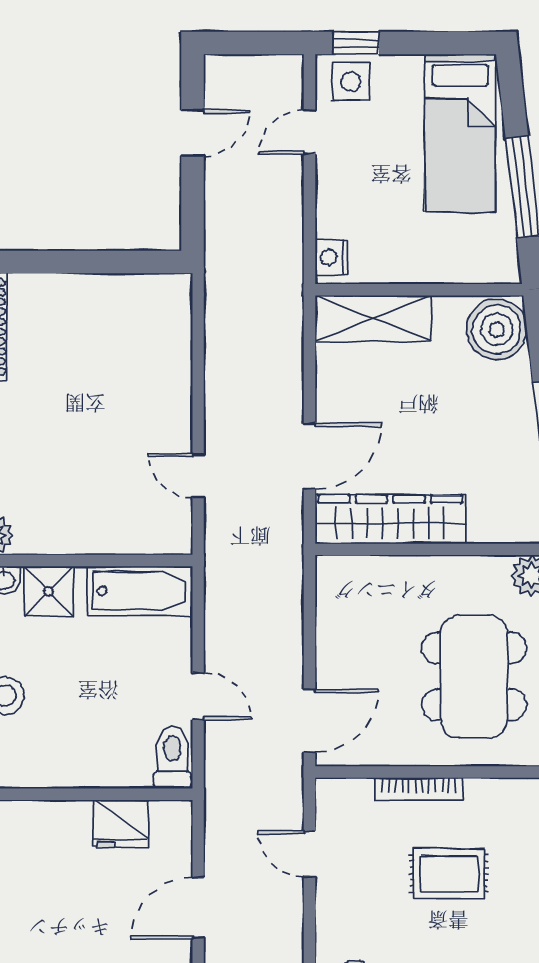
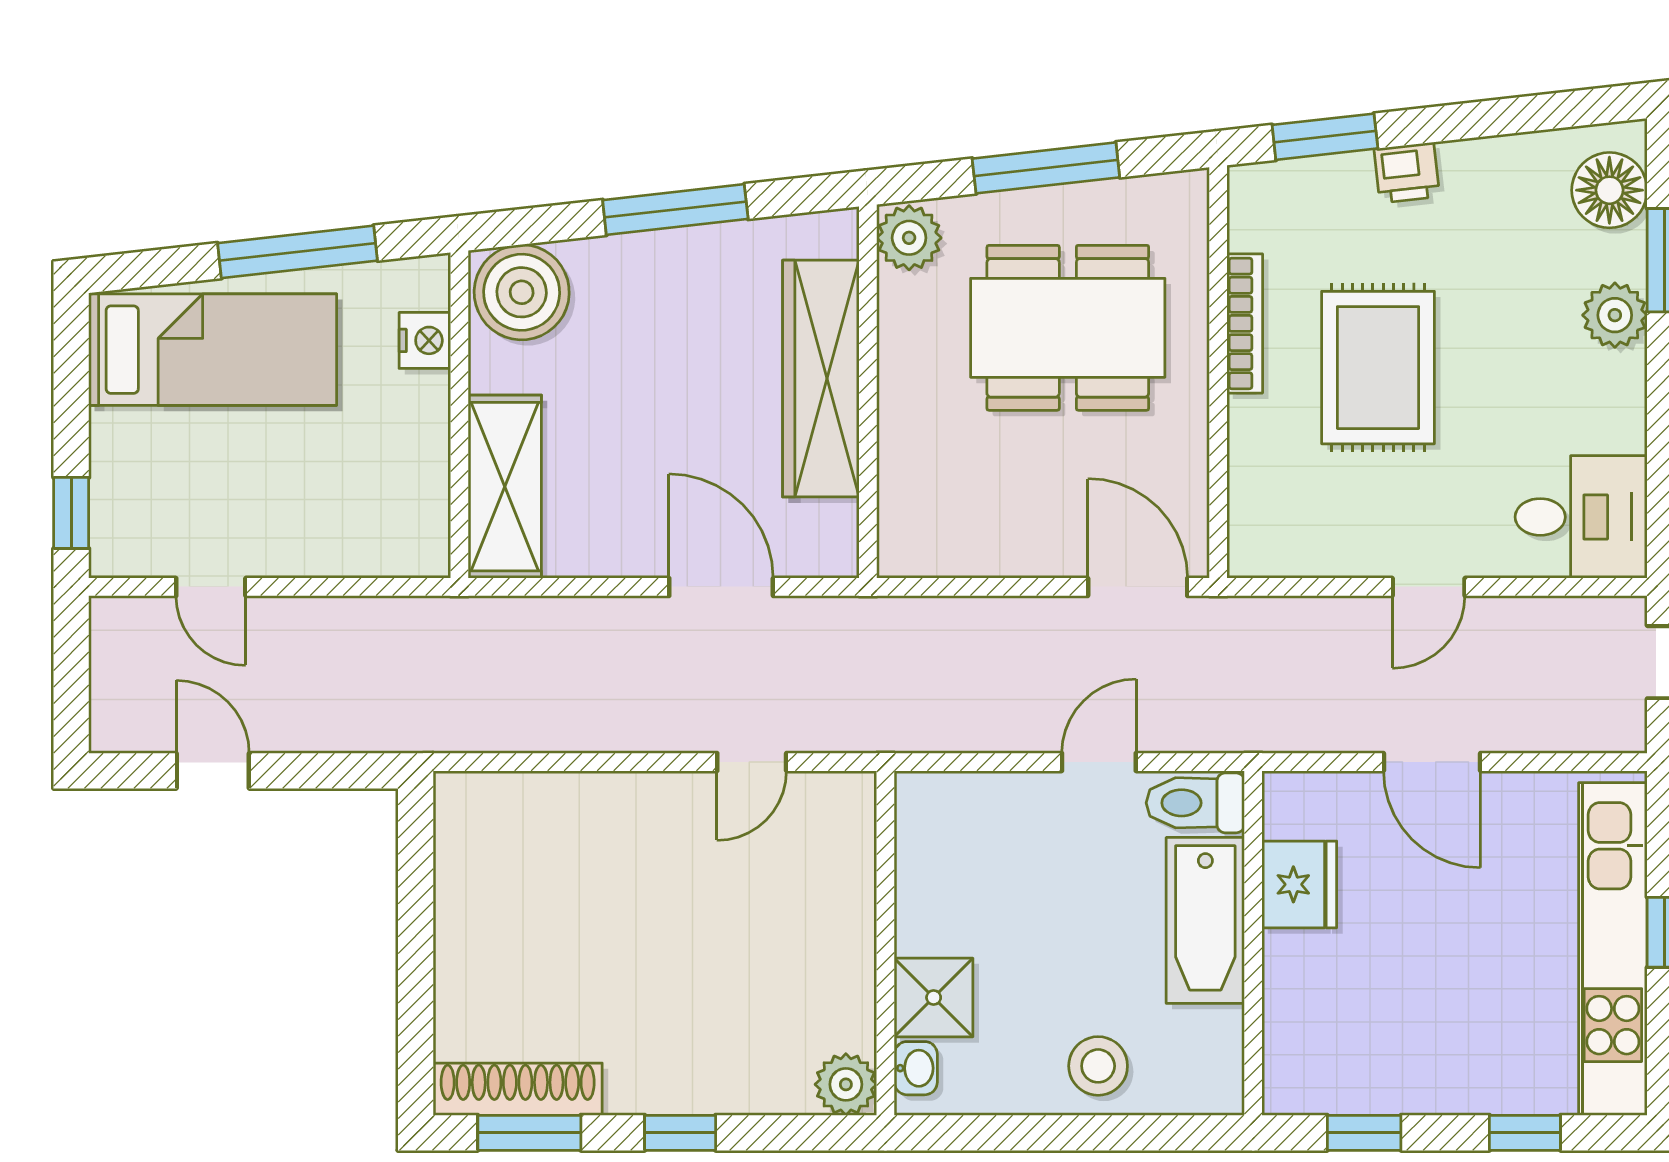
side table: (351, 82) -> (132, 522), removed
nightstand: (331, 257) -> (425, 340), moved, turned -90
wardrobe: (390, 519) -> (821, 379), moved
bathtub: (140, 591) -> (1205, 920), moved, turned 180
bookcase: (419, 789) -> (1245, 323), moved
door: (309, 854) -> (1429, 587), moved
rug: (449, 873) -> (1378, 368), width x1.36, depth x1.43

